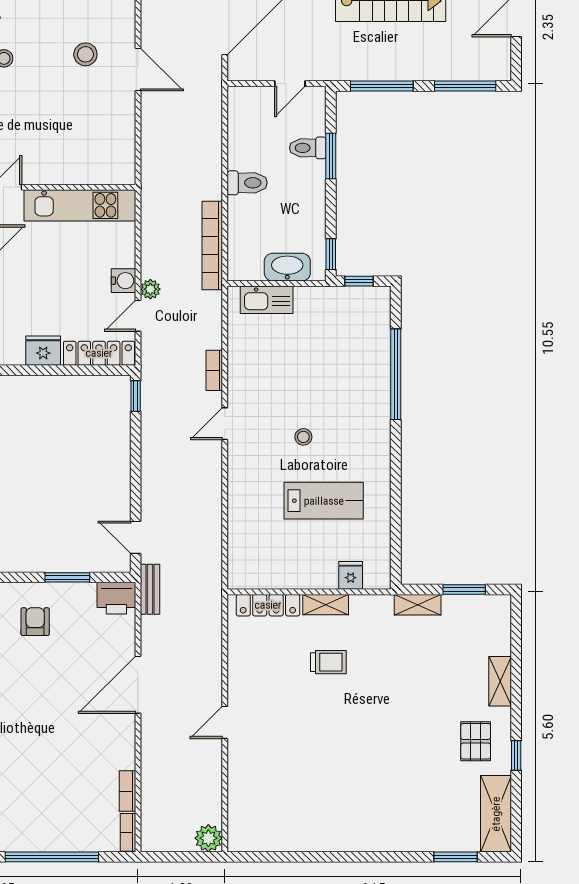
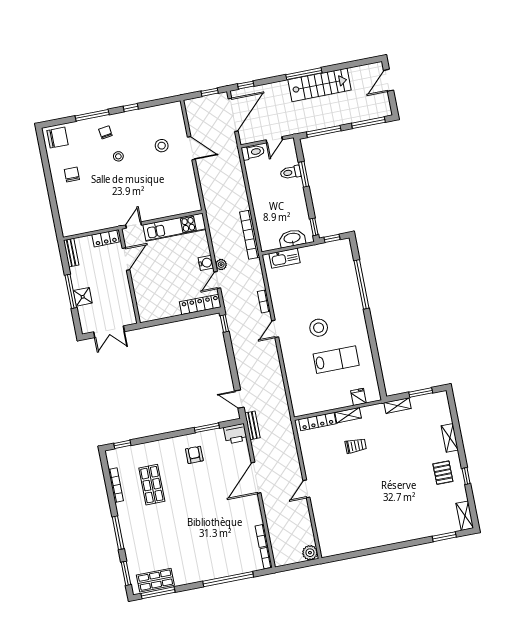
toilet: (247, 183) -> (253, 152), moved
fridge: (43, 351) -> (170, 309), removed
stool: (303, 437) -> (319, 328), width x1.89, depth x1.89
shelving: (496, 814) -> (465, 516), width x0.67, depth x0.75

